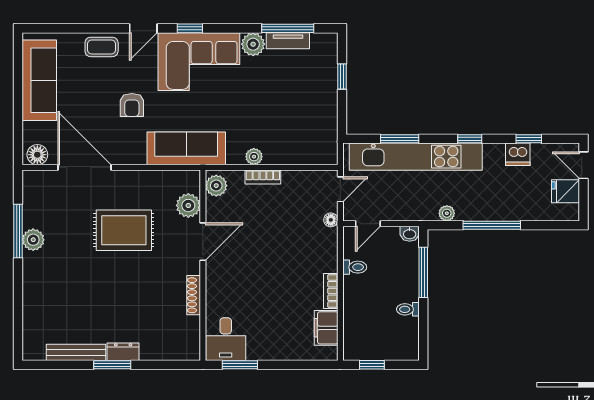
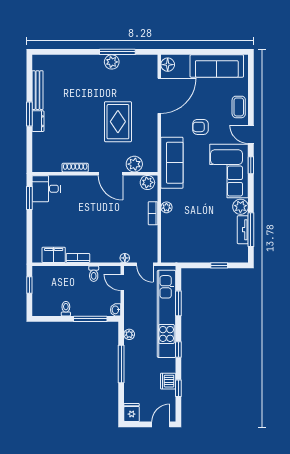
fridge: (566, 191) -> (132, 413), moved

